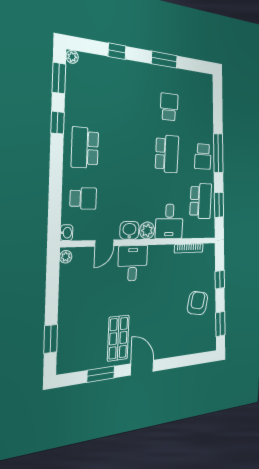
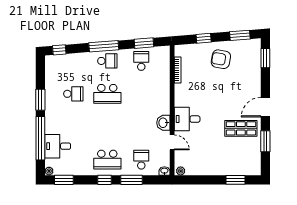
window: (117, 51) -> (40, 138), width x3.17
window: (218, 95) -> (59, 50), added
school desk: (169, 107) -> (73, 94), turned 180
window: (58, 123) -> (105, 180), moved
school desk: (167, 154) -> (107, 94), turned 180
window: (56, 183) -> (132, 180), added
school desk: (201, 201) -> (141, 61), width x0.54
desk: (169, 221) -> (58, 146), moved, turned 180
plant: (147, 230) -> (164, 108), removed
window: (196, 359) -> (265, 58), added

